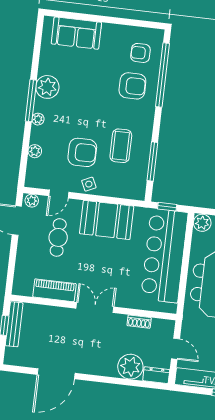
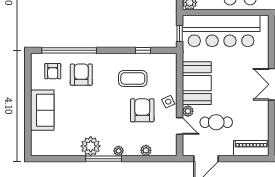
sofa: (76, 33) -> (42, 110), moved
window: (152, 161) -> (143, 50), width x0.46
plant: (32, 201) -> (188, 111), moved
piano: (54, 290) -> (251, 148), moved, turned 90

